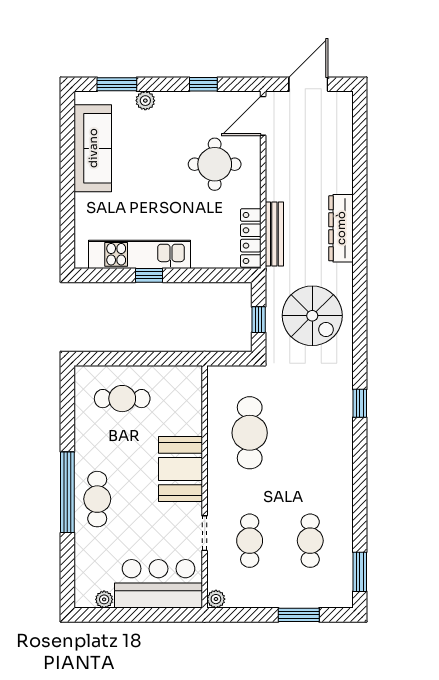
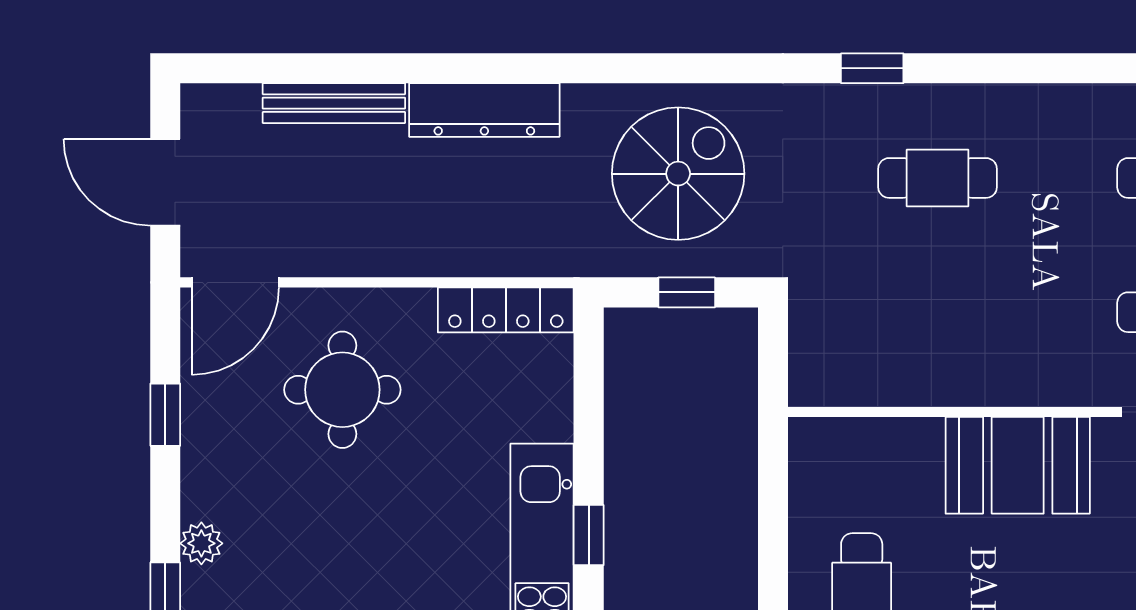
door: (263, 116) -> (235, 282), hinge flipped
bench: (274, 234) -> (334, 103), moved
cafe table: (250, 433) -> (938, 178), moved, width x0.73, depth x0.74

